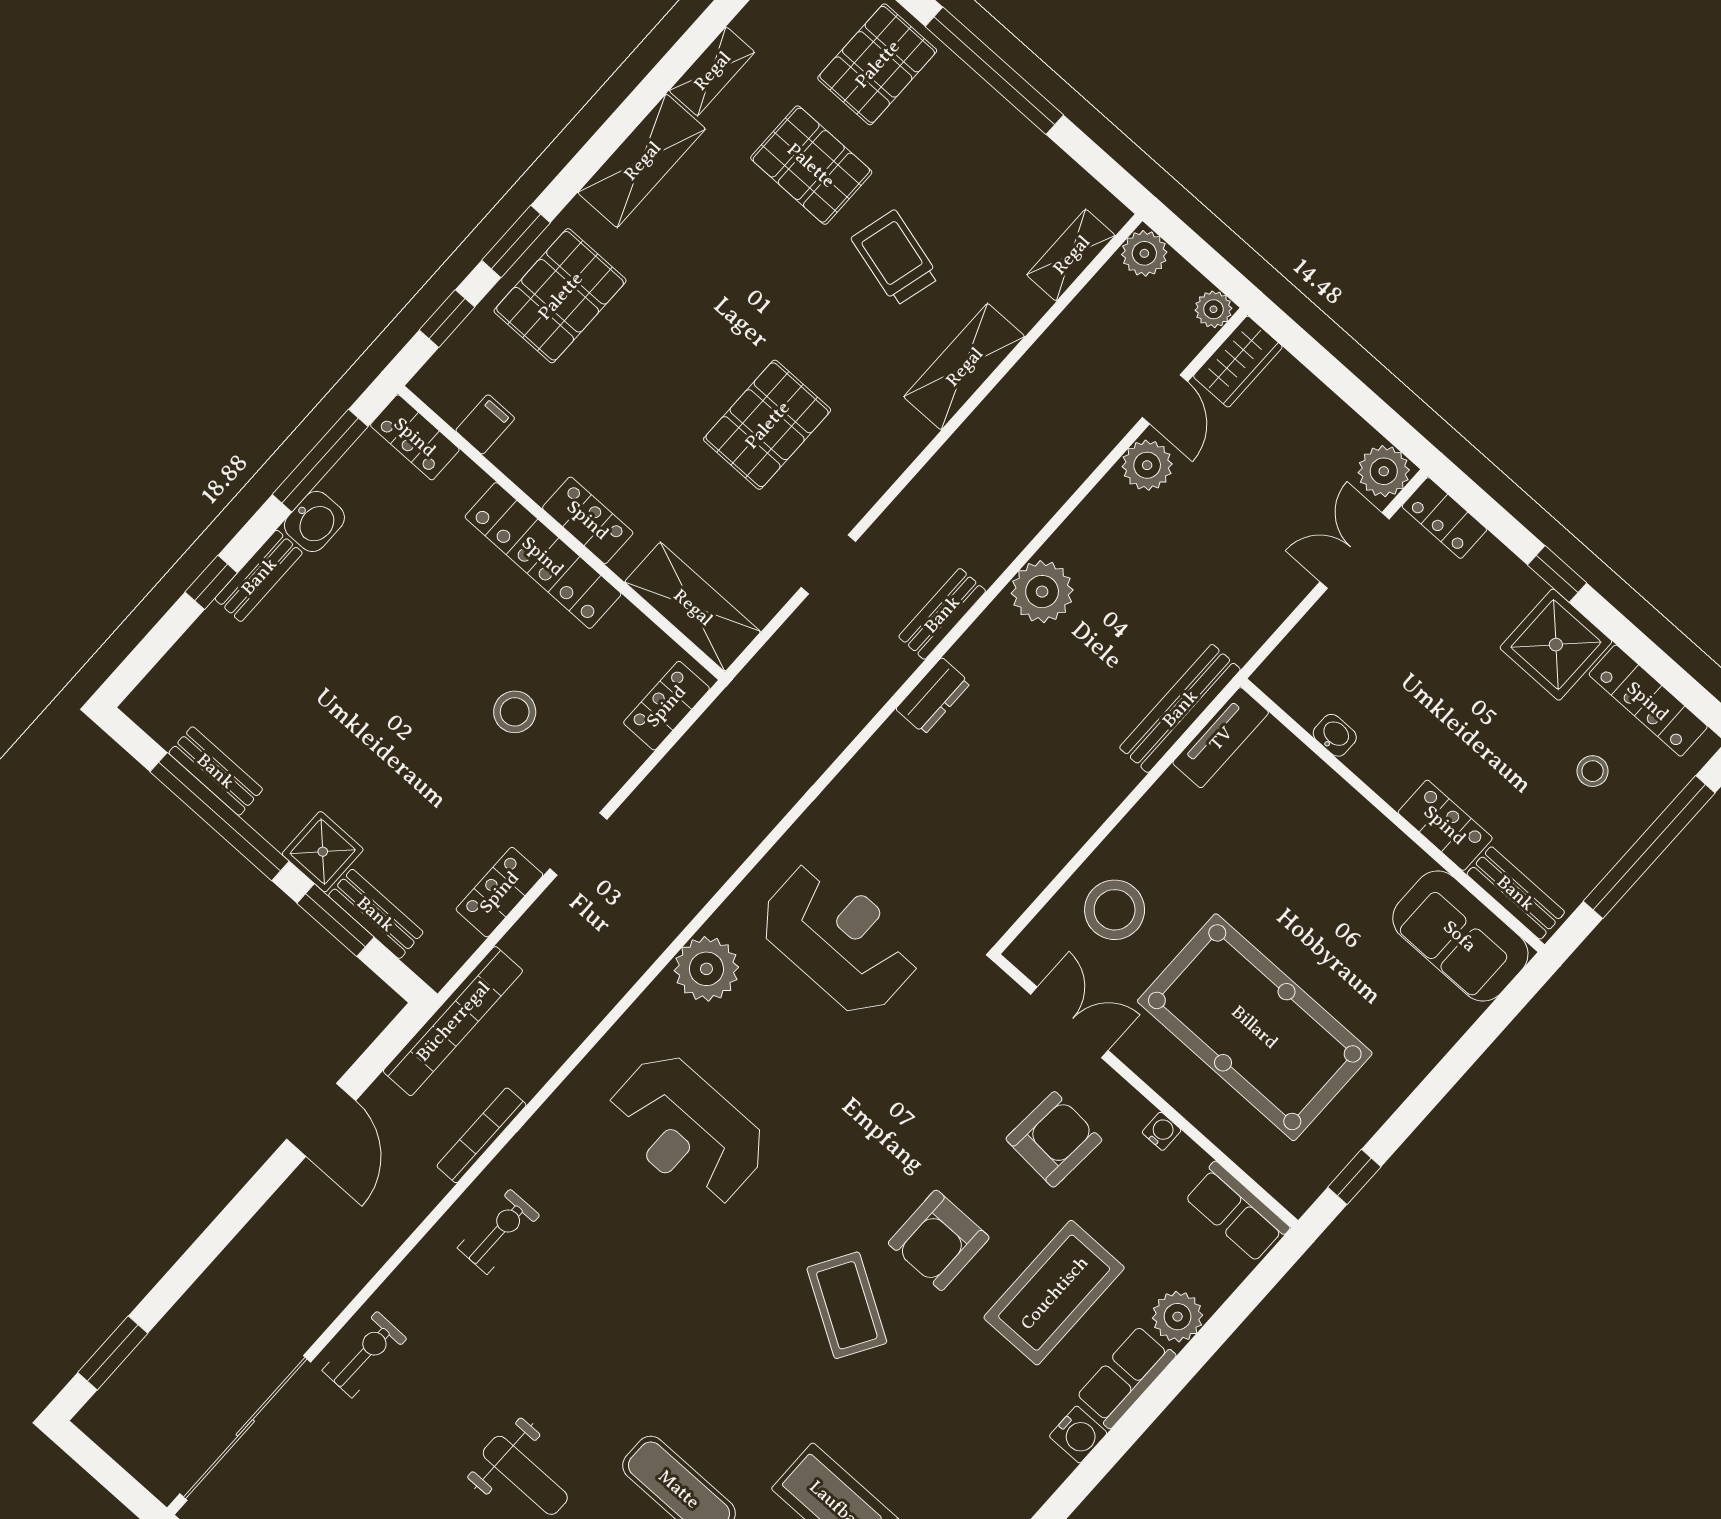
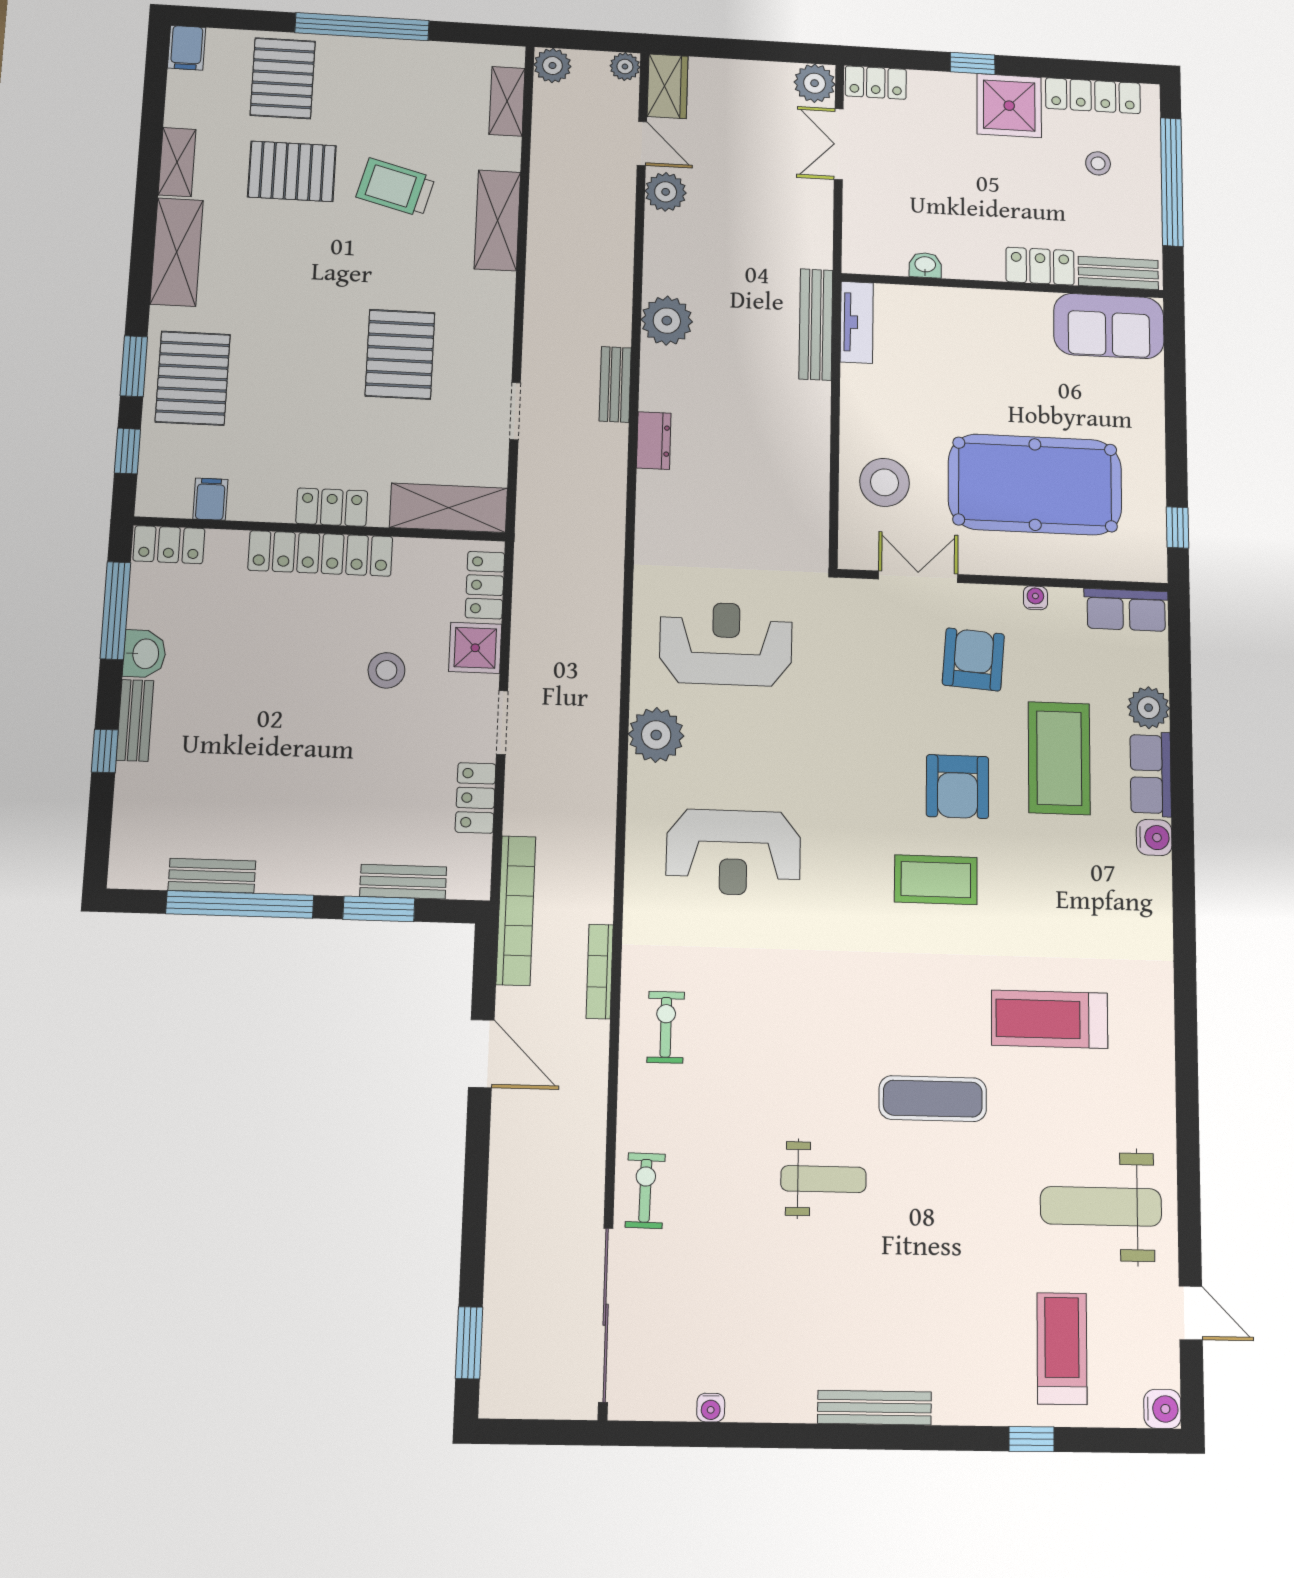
shower: (323, 852) -> (475, 648), moved
coffee table: (847, 1305) -> (936, 880), turned -31

